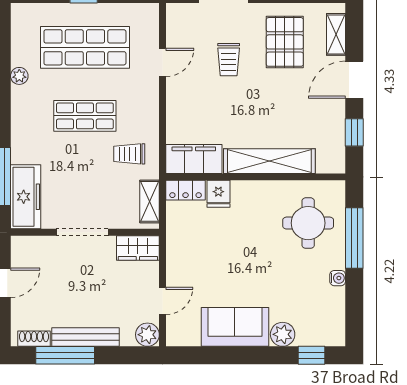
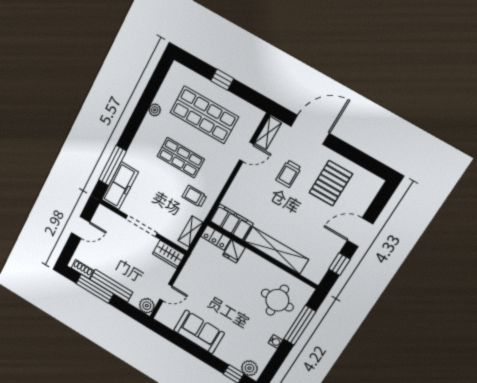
shelving: (336, 34) -> (268, 133), moved
plant: (283, 334) -> (249, 368), moved

